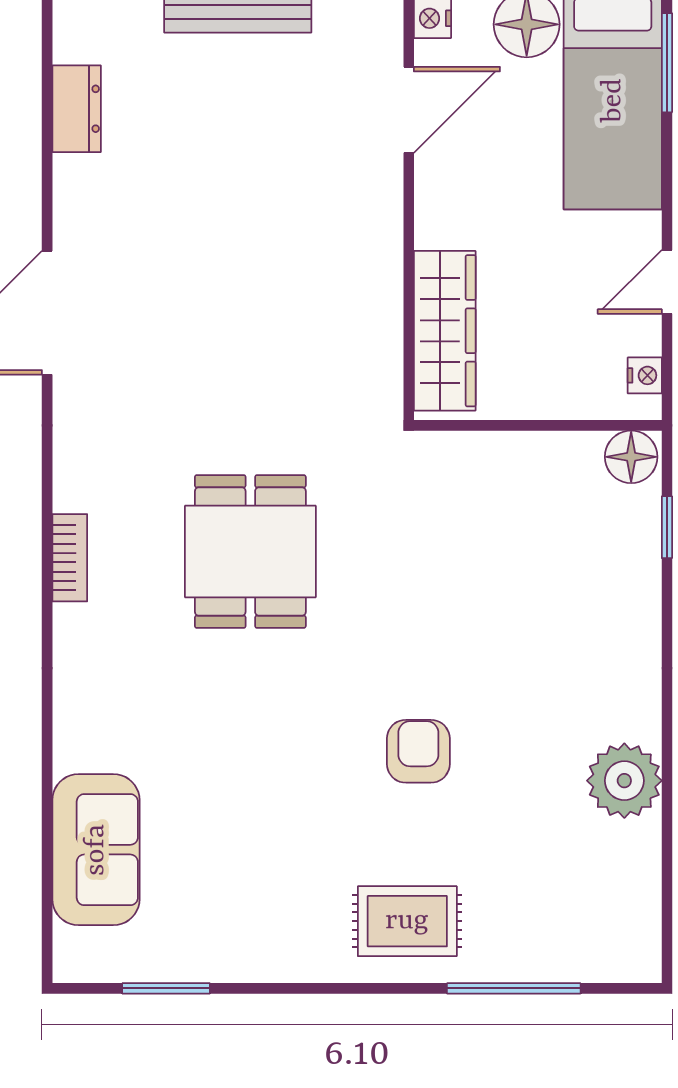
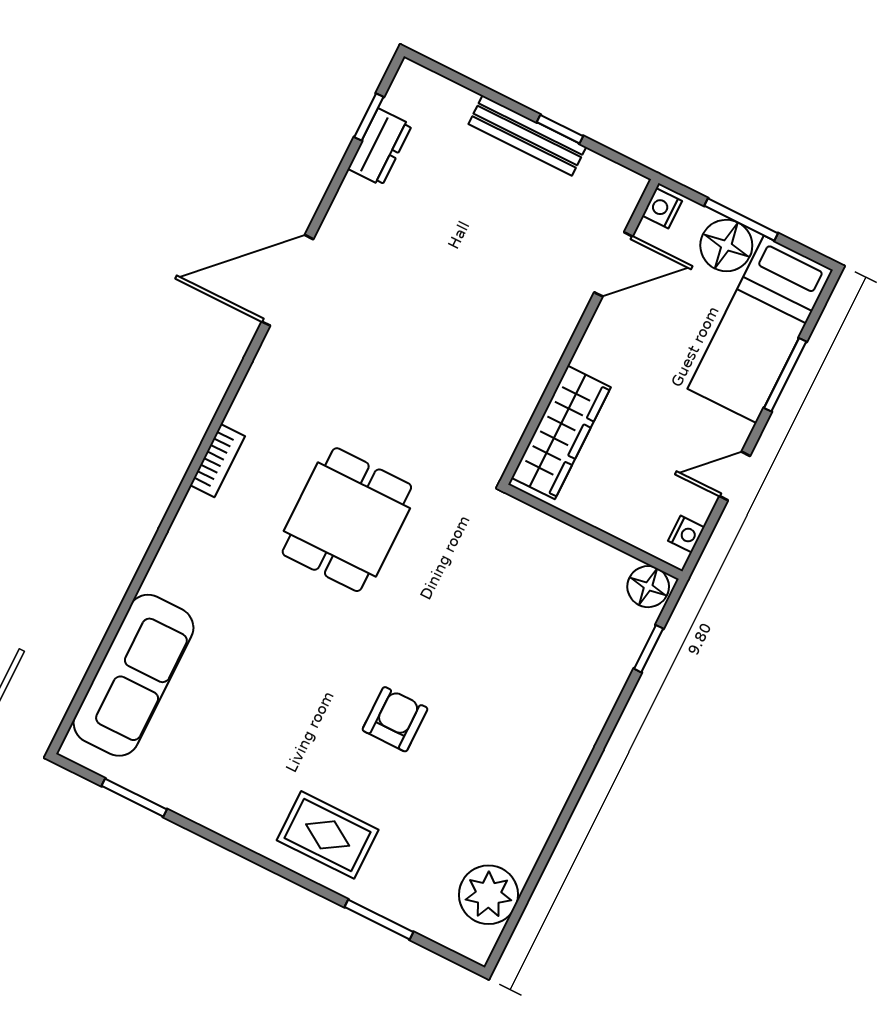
window: (667, 63) -> (785, 375), moved
window: (47, 81) -> (369, 117), added
plant: (624, 781) -> (488, 895), moved
sofa: (96, 850) -> (133, 675), width x1.36
window: (514, 988) -> (379, 920), width x0.69

